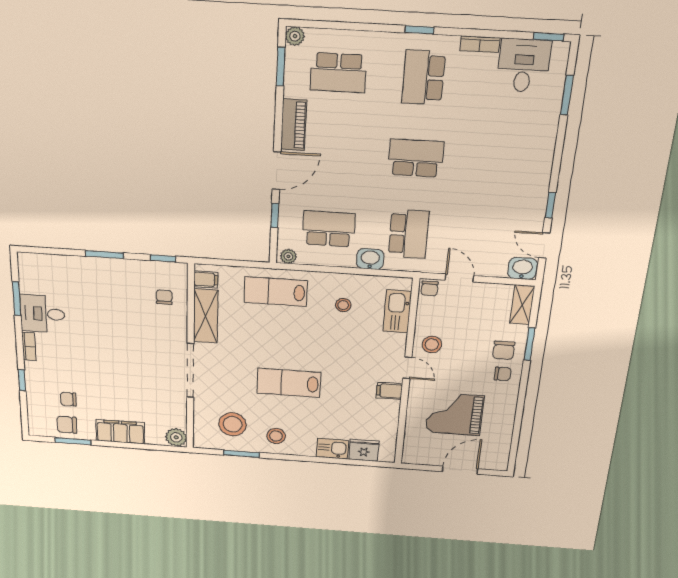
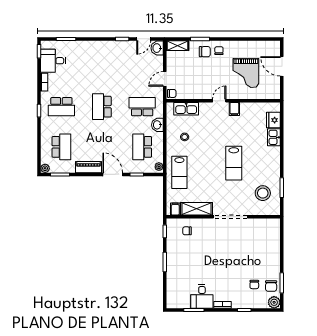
stool: (432, 344) -> (204, 89), removed
filing cabinet: (120, 432) -> (273, 256), removed
stool: (276, 436) -> (268, 169), removed
plant: (176, 437) -> (274, 302), moved

